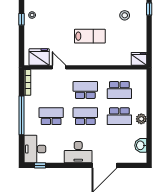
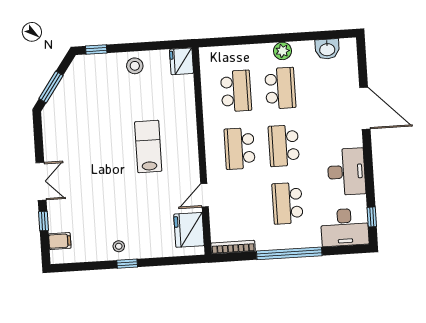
stool: (125, 15) -> (135, 66), moved
desk: (78, 152) -> (346, 172), moved

